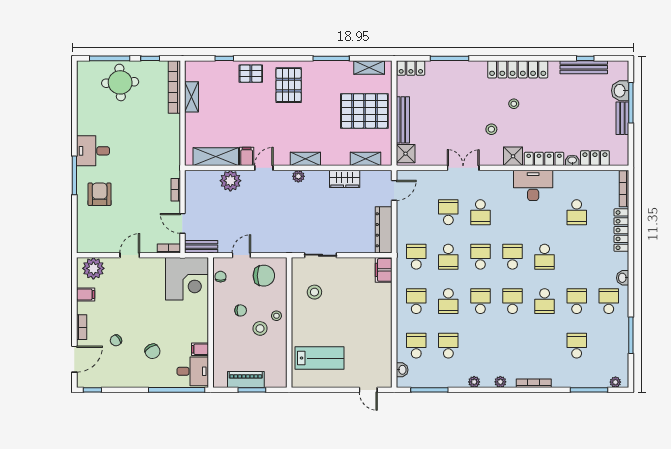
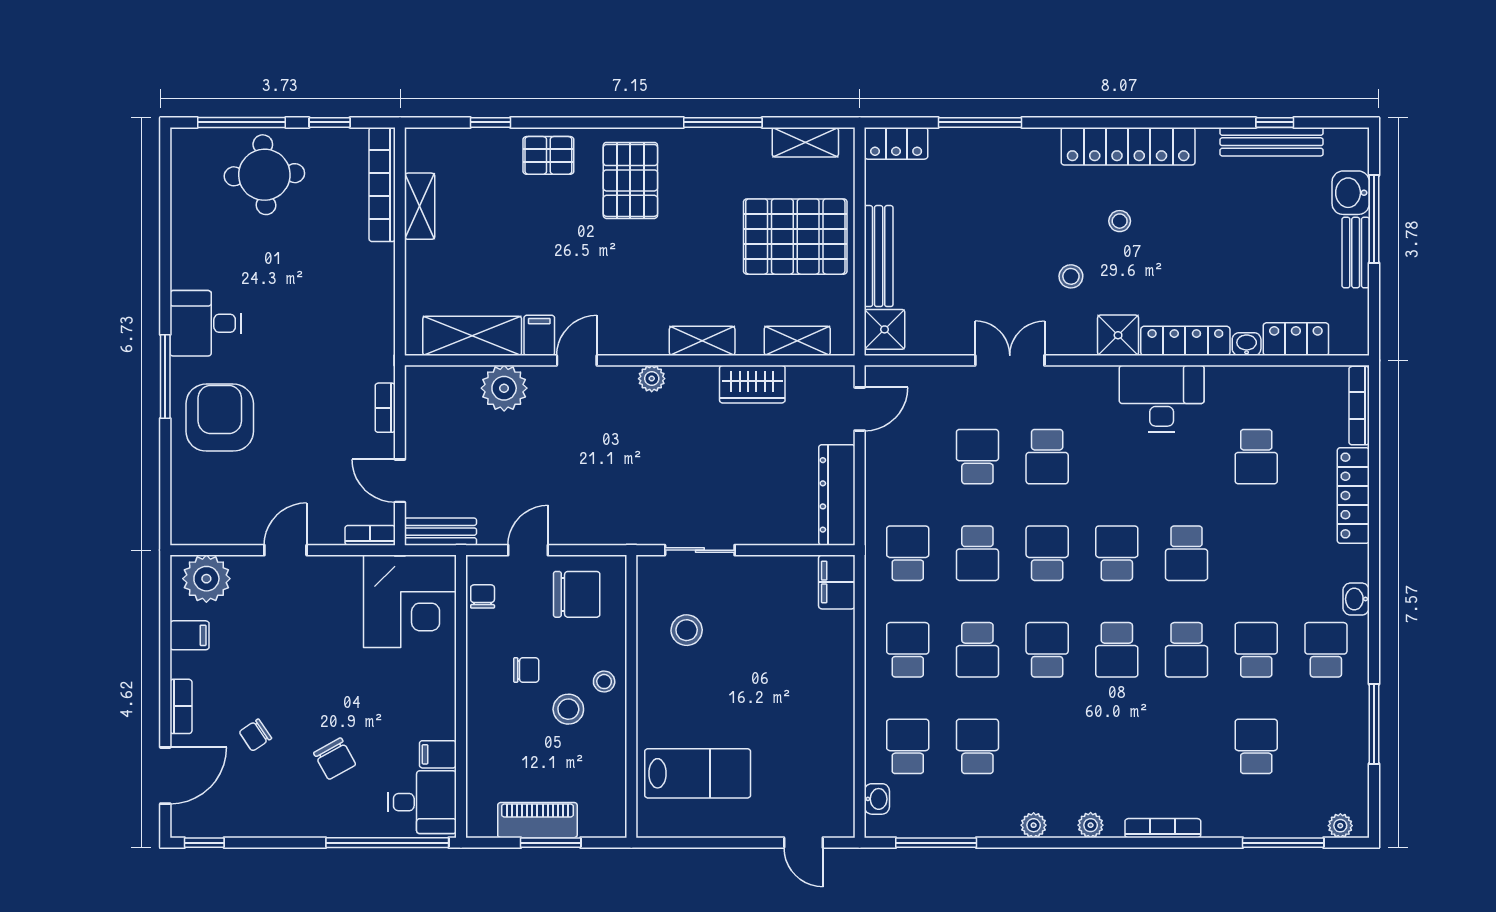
shelving: (305, 159) -> (702, 341), moved
armchair: (100, 194) -> (220, 418), width x1.36, depth x1.36
school desk: (512, 301) -> (1117, 650), turned 180

